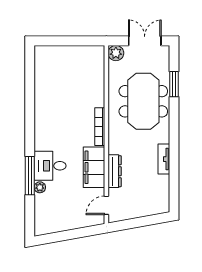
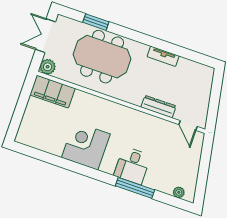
corner desk: (54, 115) -> (86, 146), added
bookcase: (100, 127) -> (112, 106), removed
filing cabinet: (94, 167) -> (52, 92), moved
plant: (40, 187) -> (179, 192), moved

